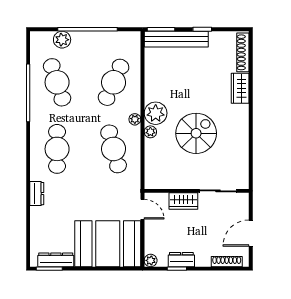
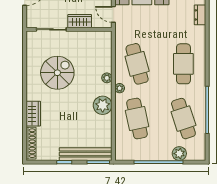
cafe table: (114, 82) -> (137, 119), turned -36
plant: (156, 113) -> (103, 105), moved
spiral stairs: (196, 133) -> (57, 73), moved, turned 180
dresser: (37, 194) -> (200, 15), moved

